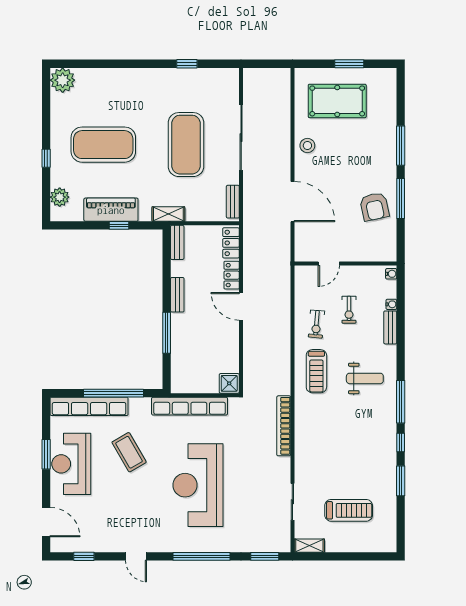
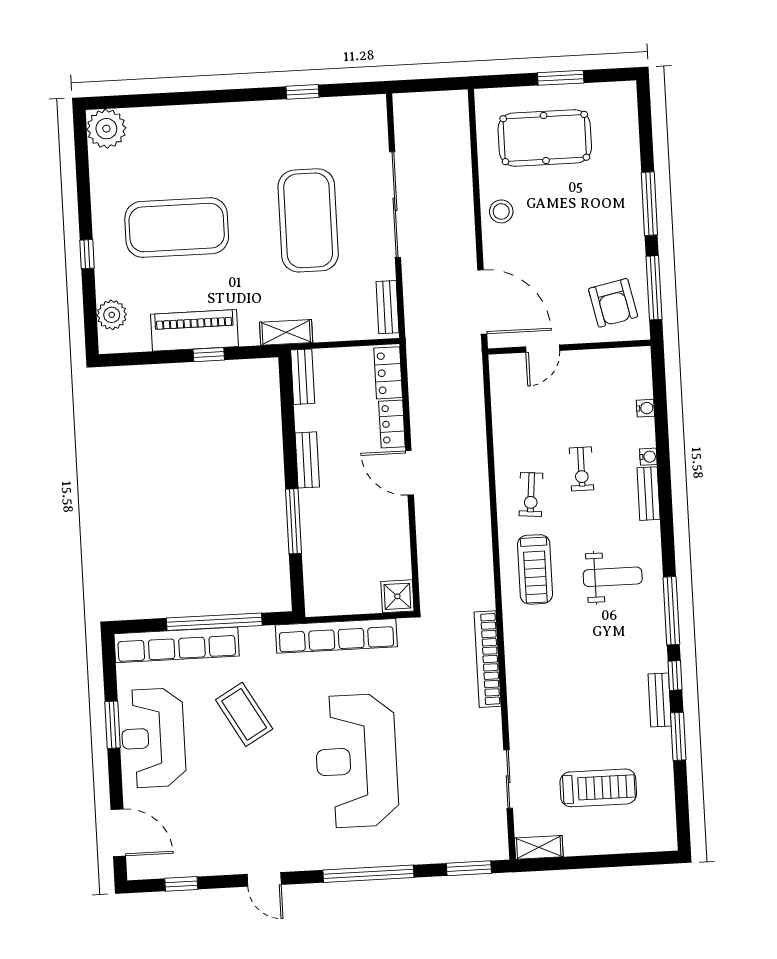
door: (329, 263) -> (543, 349), moved
wall: (345, 263) -> (569, 347), moved
bench: (390, 457) -> (660, 700), added

